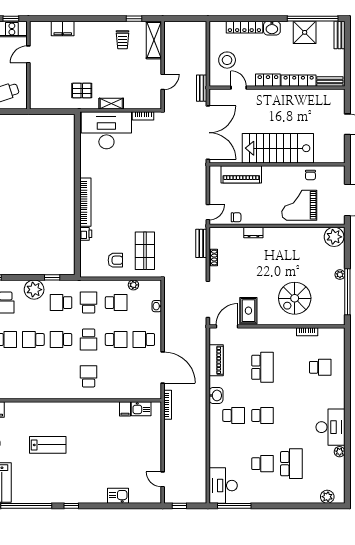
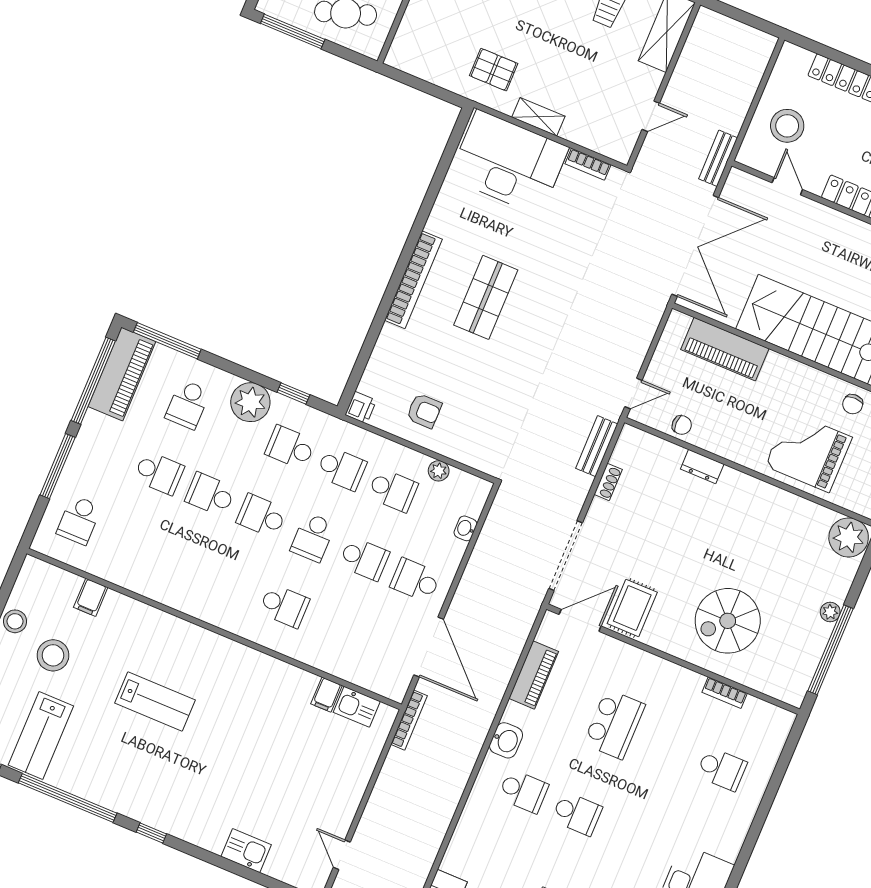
printer: (86, 234) -> (361, 408), moved
shop shelf: (145, 251) -> (486, 297), moved
school desk: (89, 303) -> (341, 469), turned 90
school desk: (89, 376) -> (284, 606), turned 90

